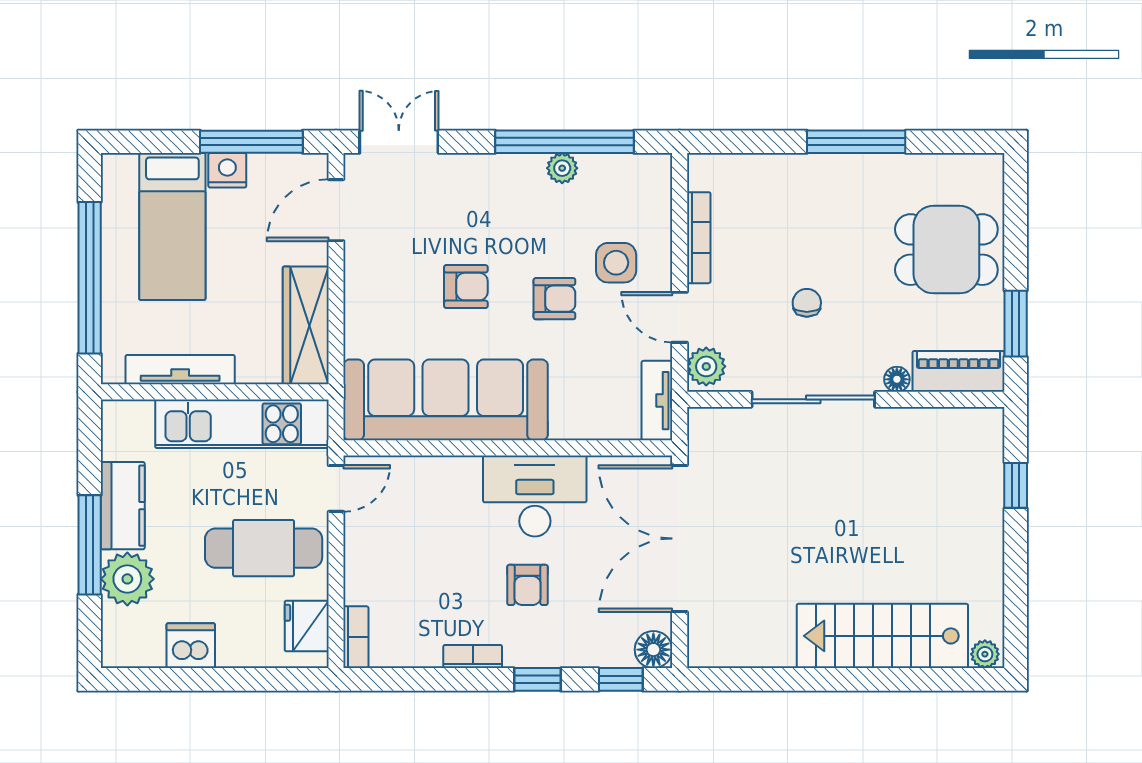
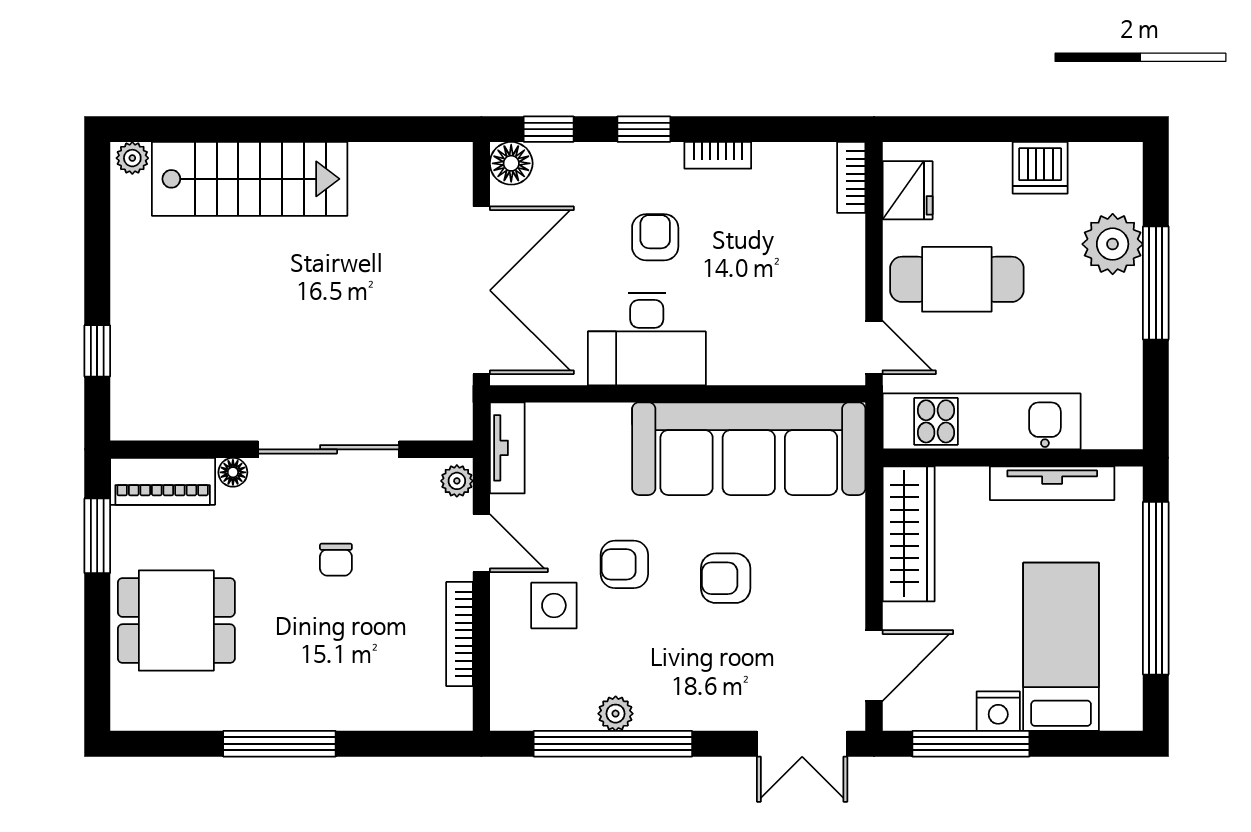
plant: (706, 366) -> (457, 481), width x0.73, depth x0.73
door: (336, 488) -> (874, 347), swing flipped
kitchen counter: (123, 506) -> (1118, 328), removed

